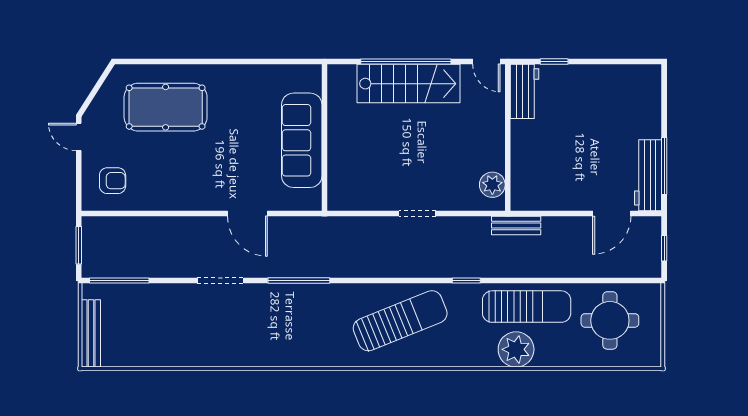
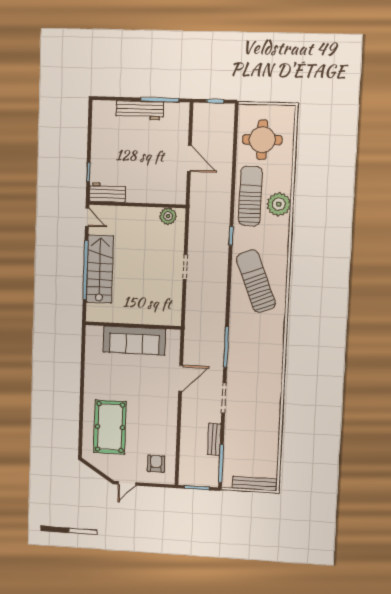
door: (486, 62) -> (87, 217), hinge flipped
workbench: (648, 175) -> (140, 110), moved
door: (612, 213) -> (189, 158), moved
bench: (516, 226) -> (214, 439), moved

